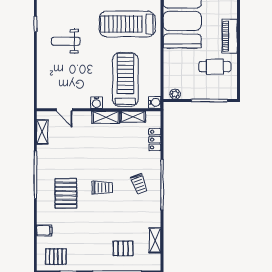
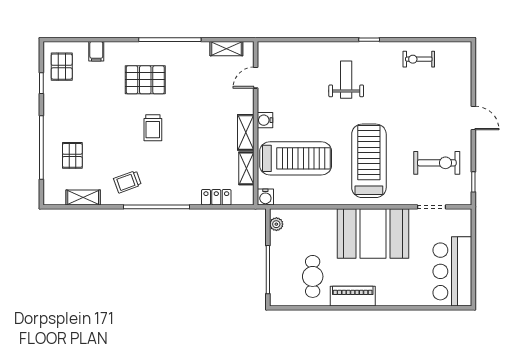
trolley: (139, 184) -> (127, 182), moved

